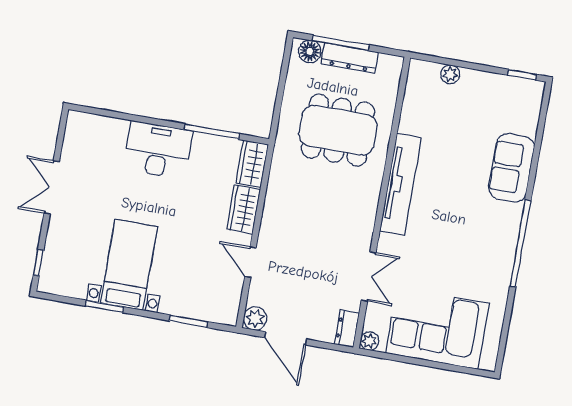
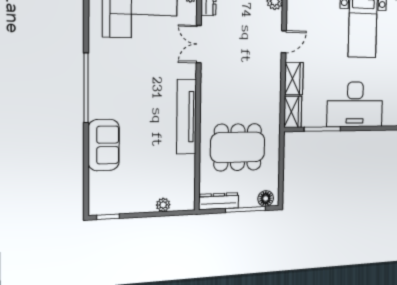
dresser: (350, 58) -> (219, 201), moved
desk: (158, 150) -> (355, 104), width x1.36, depth x1.30
door: (250, 262) -> (284, 42), hinge flipped

